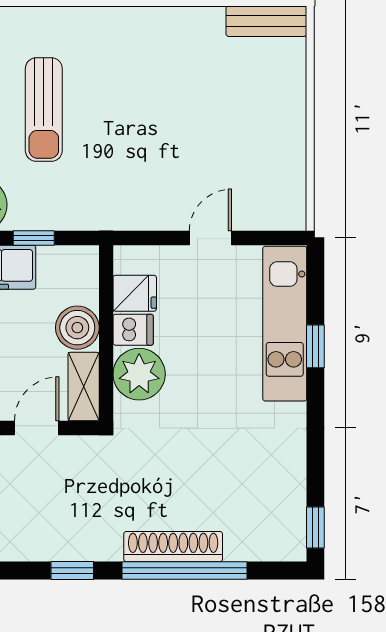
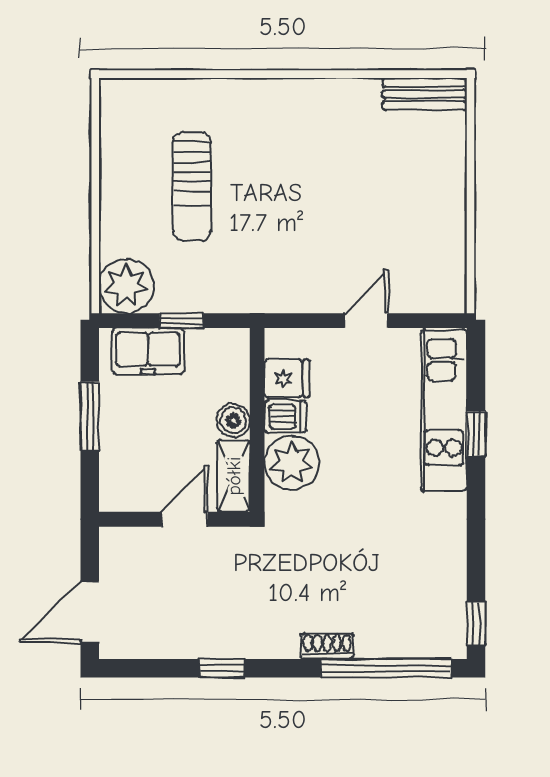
boiler: (77, 328) -> (233, 420), width x0.73, depth x0.73
shoe rack: (173, 546) -> (327, 646), width x0.51, depth x0.81
window: (184, 570) -> (386, 668), moved

